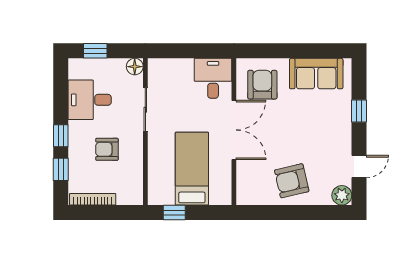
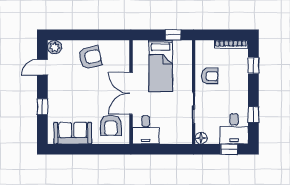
desk: (90, 100) -> (234, 129), moved, turned 90
window: (61, 136) -> (253, 114), moved
armchair: (107, 149) -> (210, 76), moved

